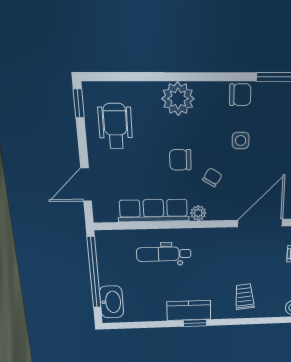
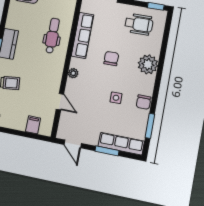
chair: (212, 177) -> (96, 76), removed
plant: (198, 213) -> (73, 73), moved
door: (260, 223) -> (60, 102), width x0.53

